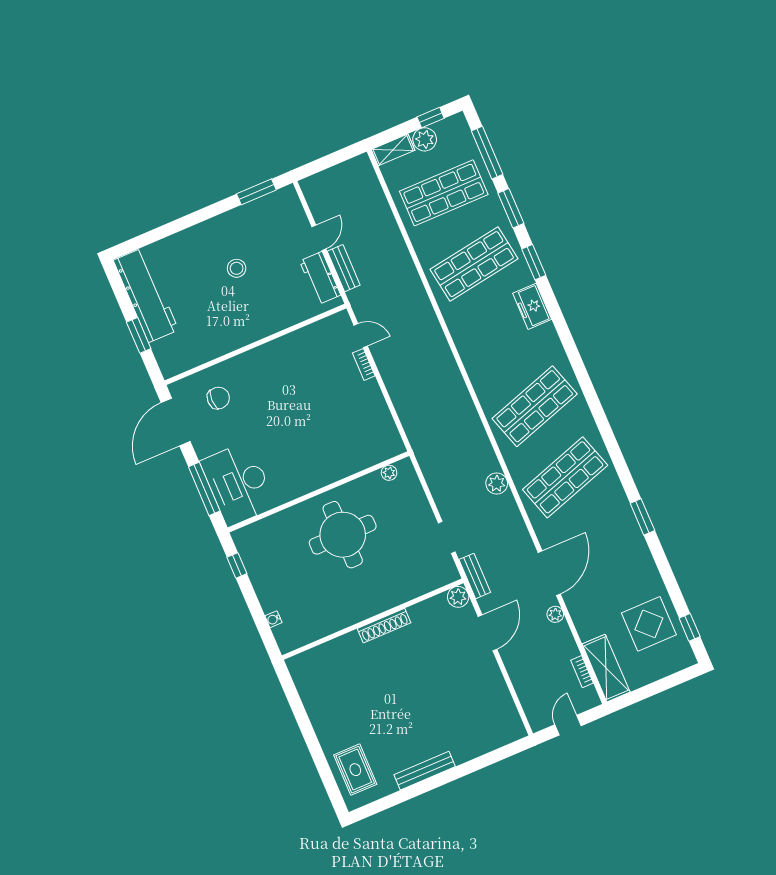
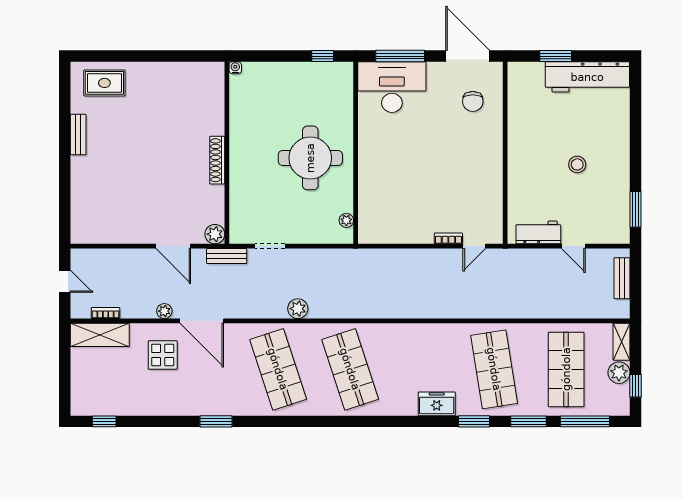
bench: (344, 268) -> (622, 278), moved, turned 90
water cooler: (273, 619) -> (235, 68), moved
display table: (649, 624) -> (163, 355), moved, width x0.73, depth x0.73
bench: (425, 771) -> (78, 135), width x0.73

